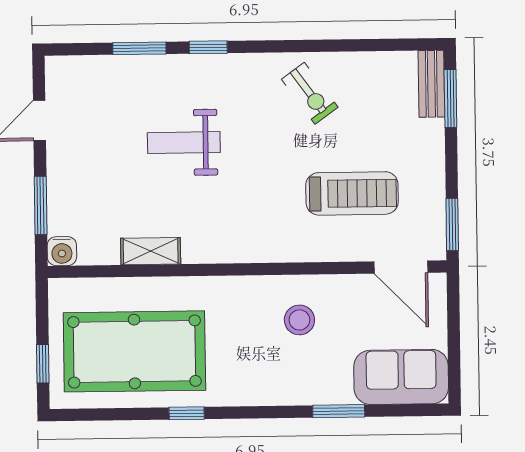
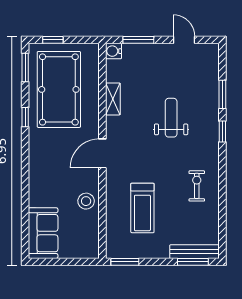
bench: (431, 84) -> (194, 252), width x1.36
exercise bike: (310, 93) -> (197, 186), turned 126
door: (401, 267) -> (102, 153), moved
stool: (299, 320) -> (86, 201), moved
window: (339, 411) -> (25, 67), moved

